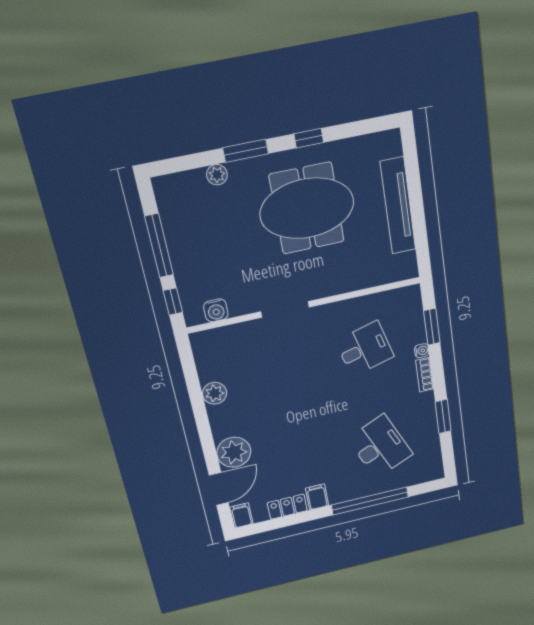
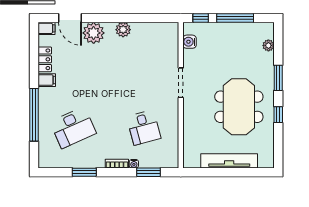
plant: (217, 175) -> (268, 45), moved
plant: (215, 393) -> (123, 30), moved

